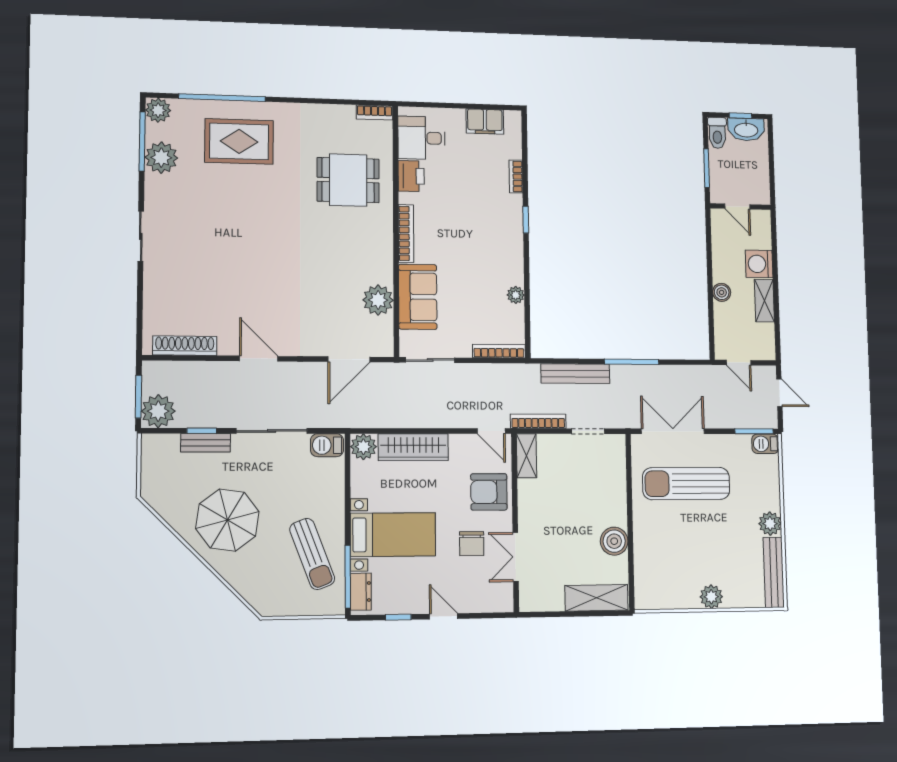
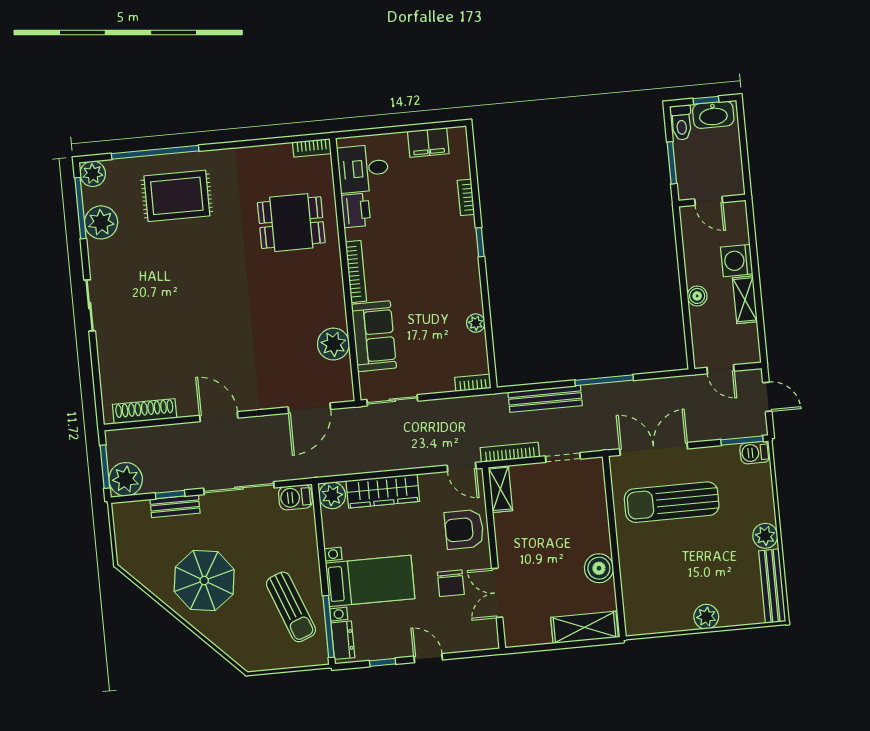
bookcase: (499, 351) -> (473, 383), width x0.64

